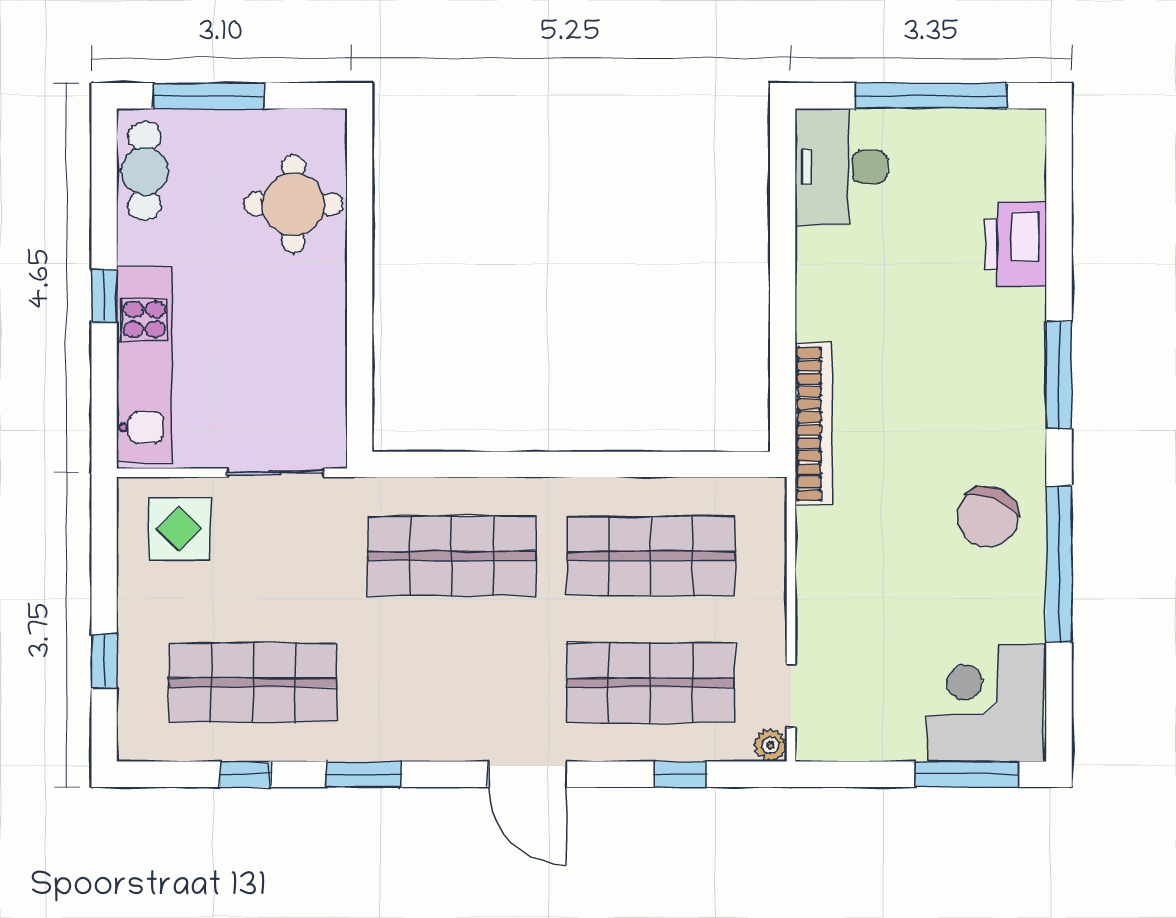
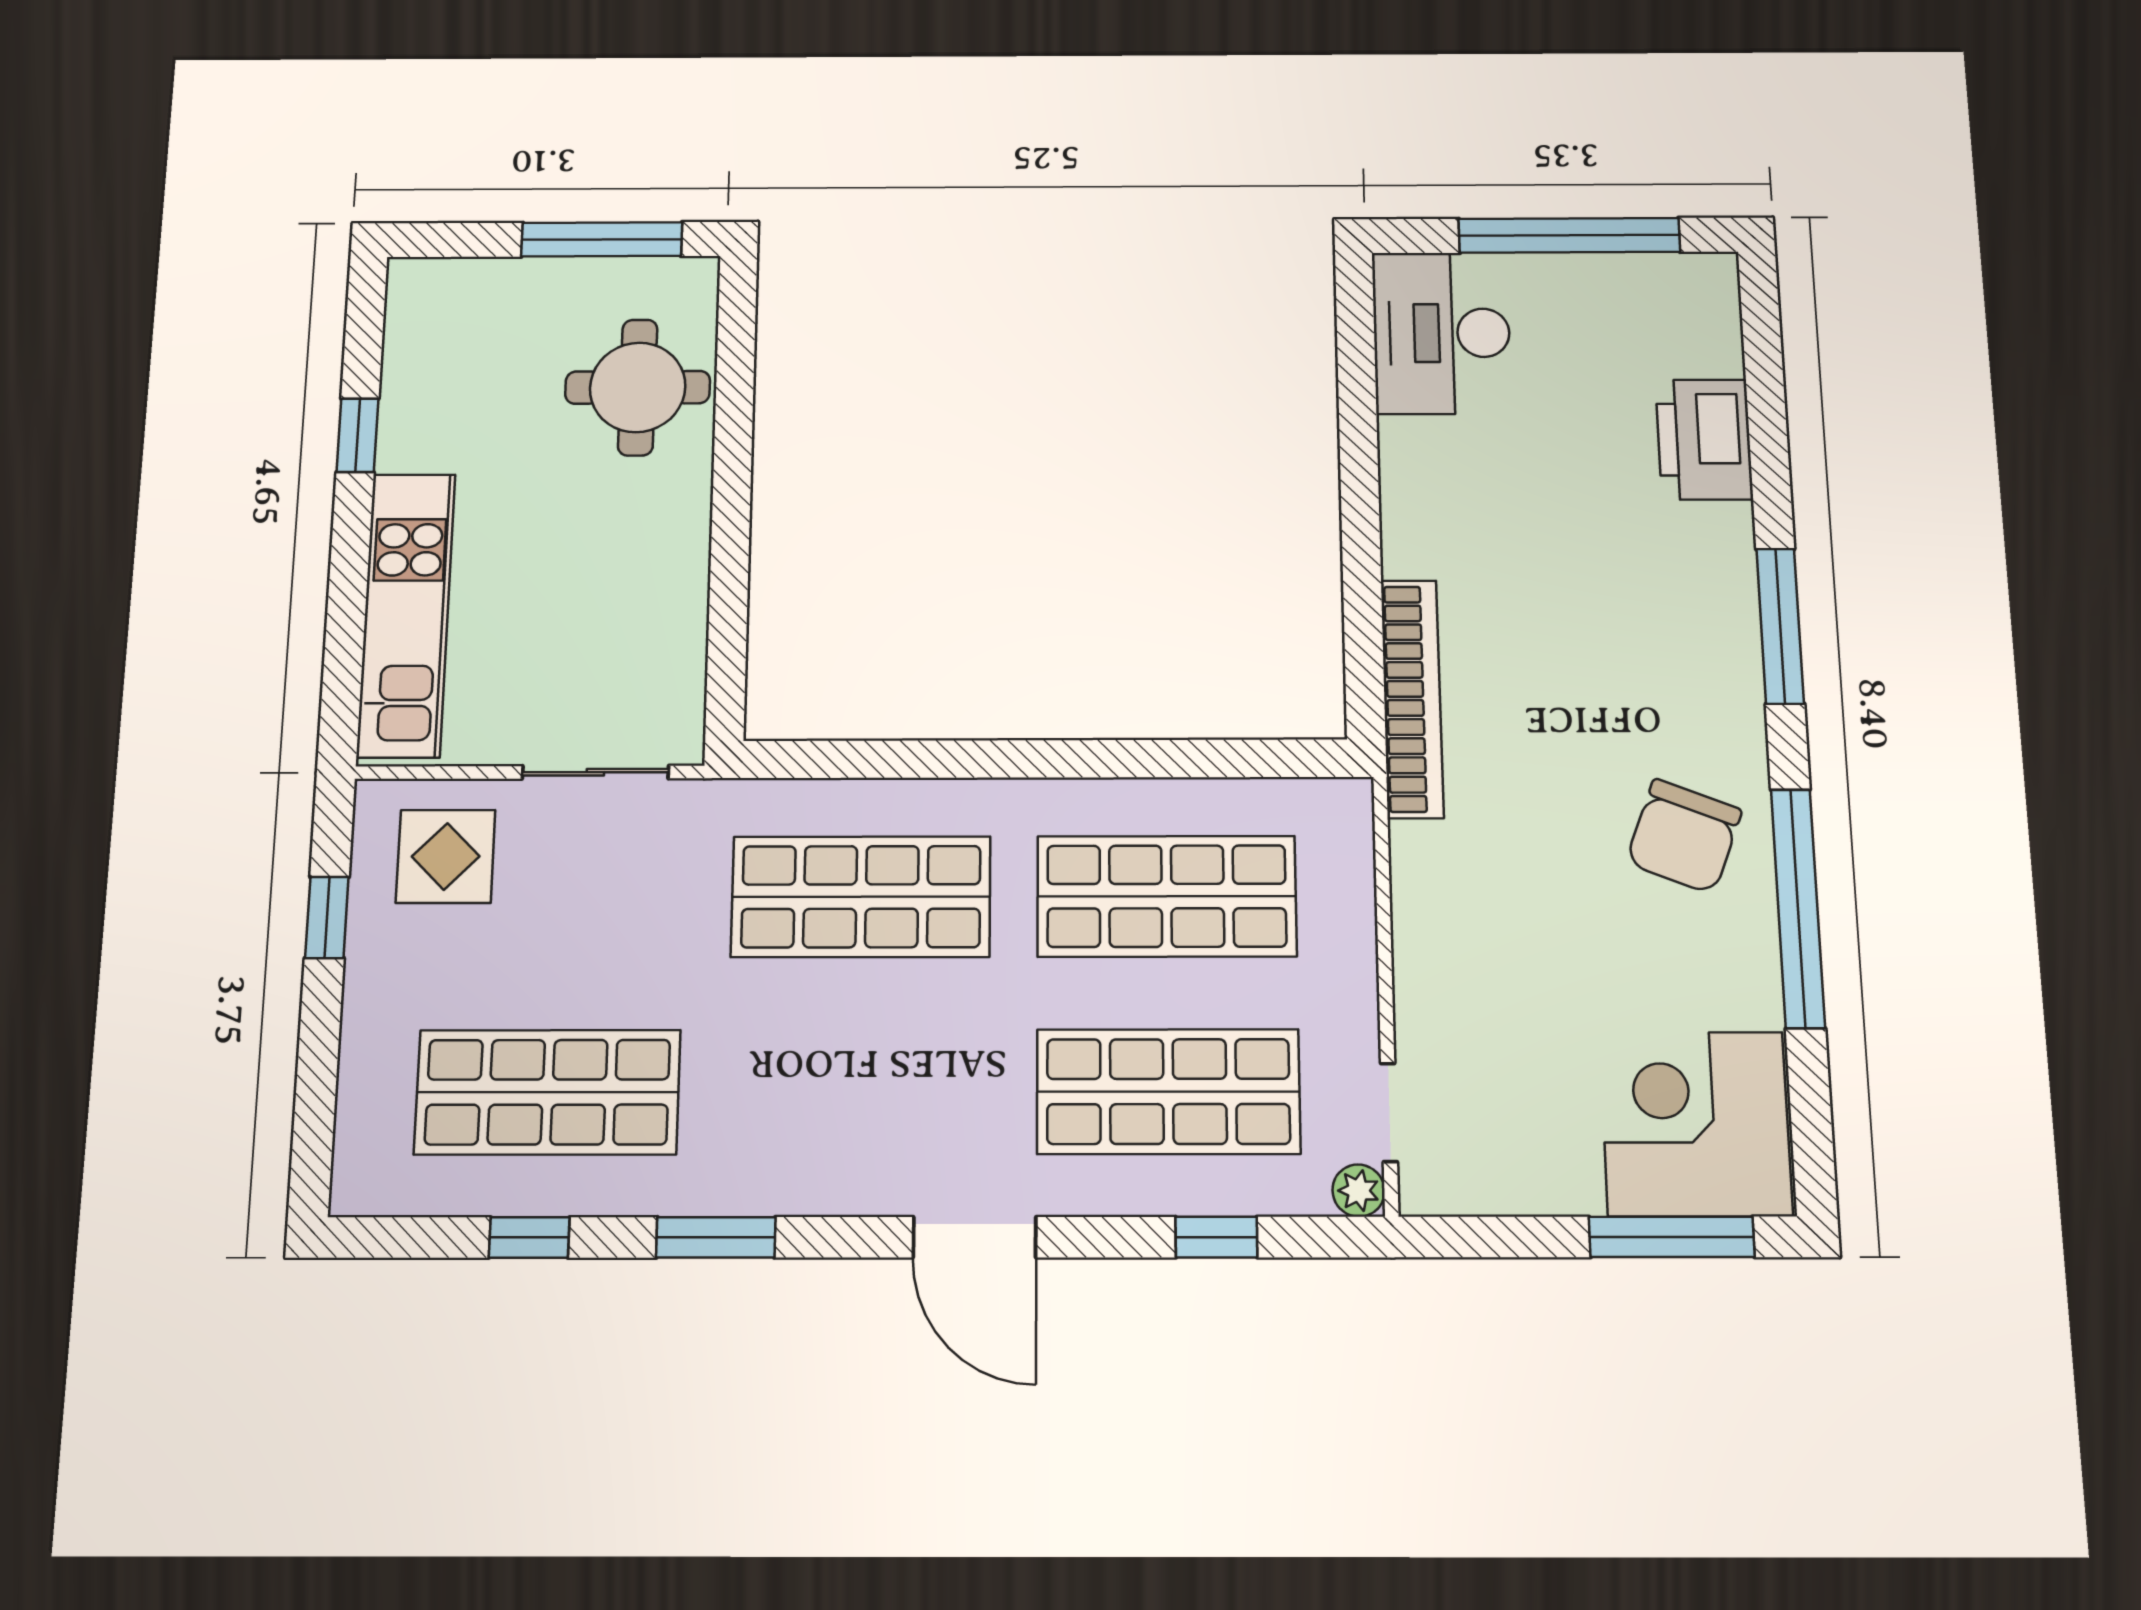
window: (209, 96) -> (602, 239), moved
cafe table: (145, 171) -> (422, 342), removed
window: (104, 296) -> (358, 435), moved
window: (104, 661) -> (327, 917), moved

